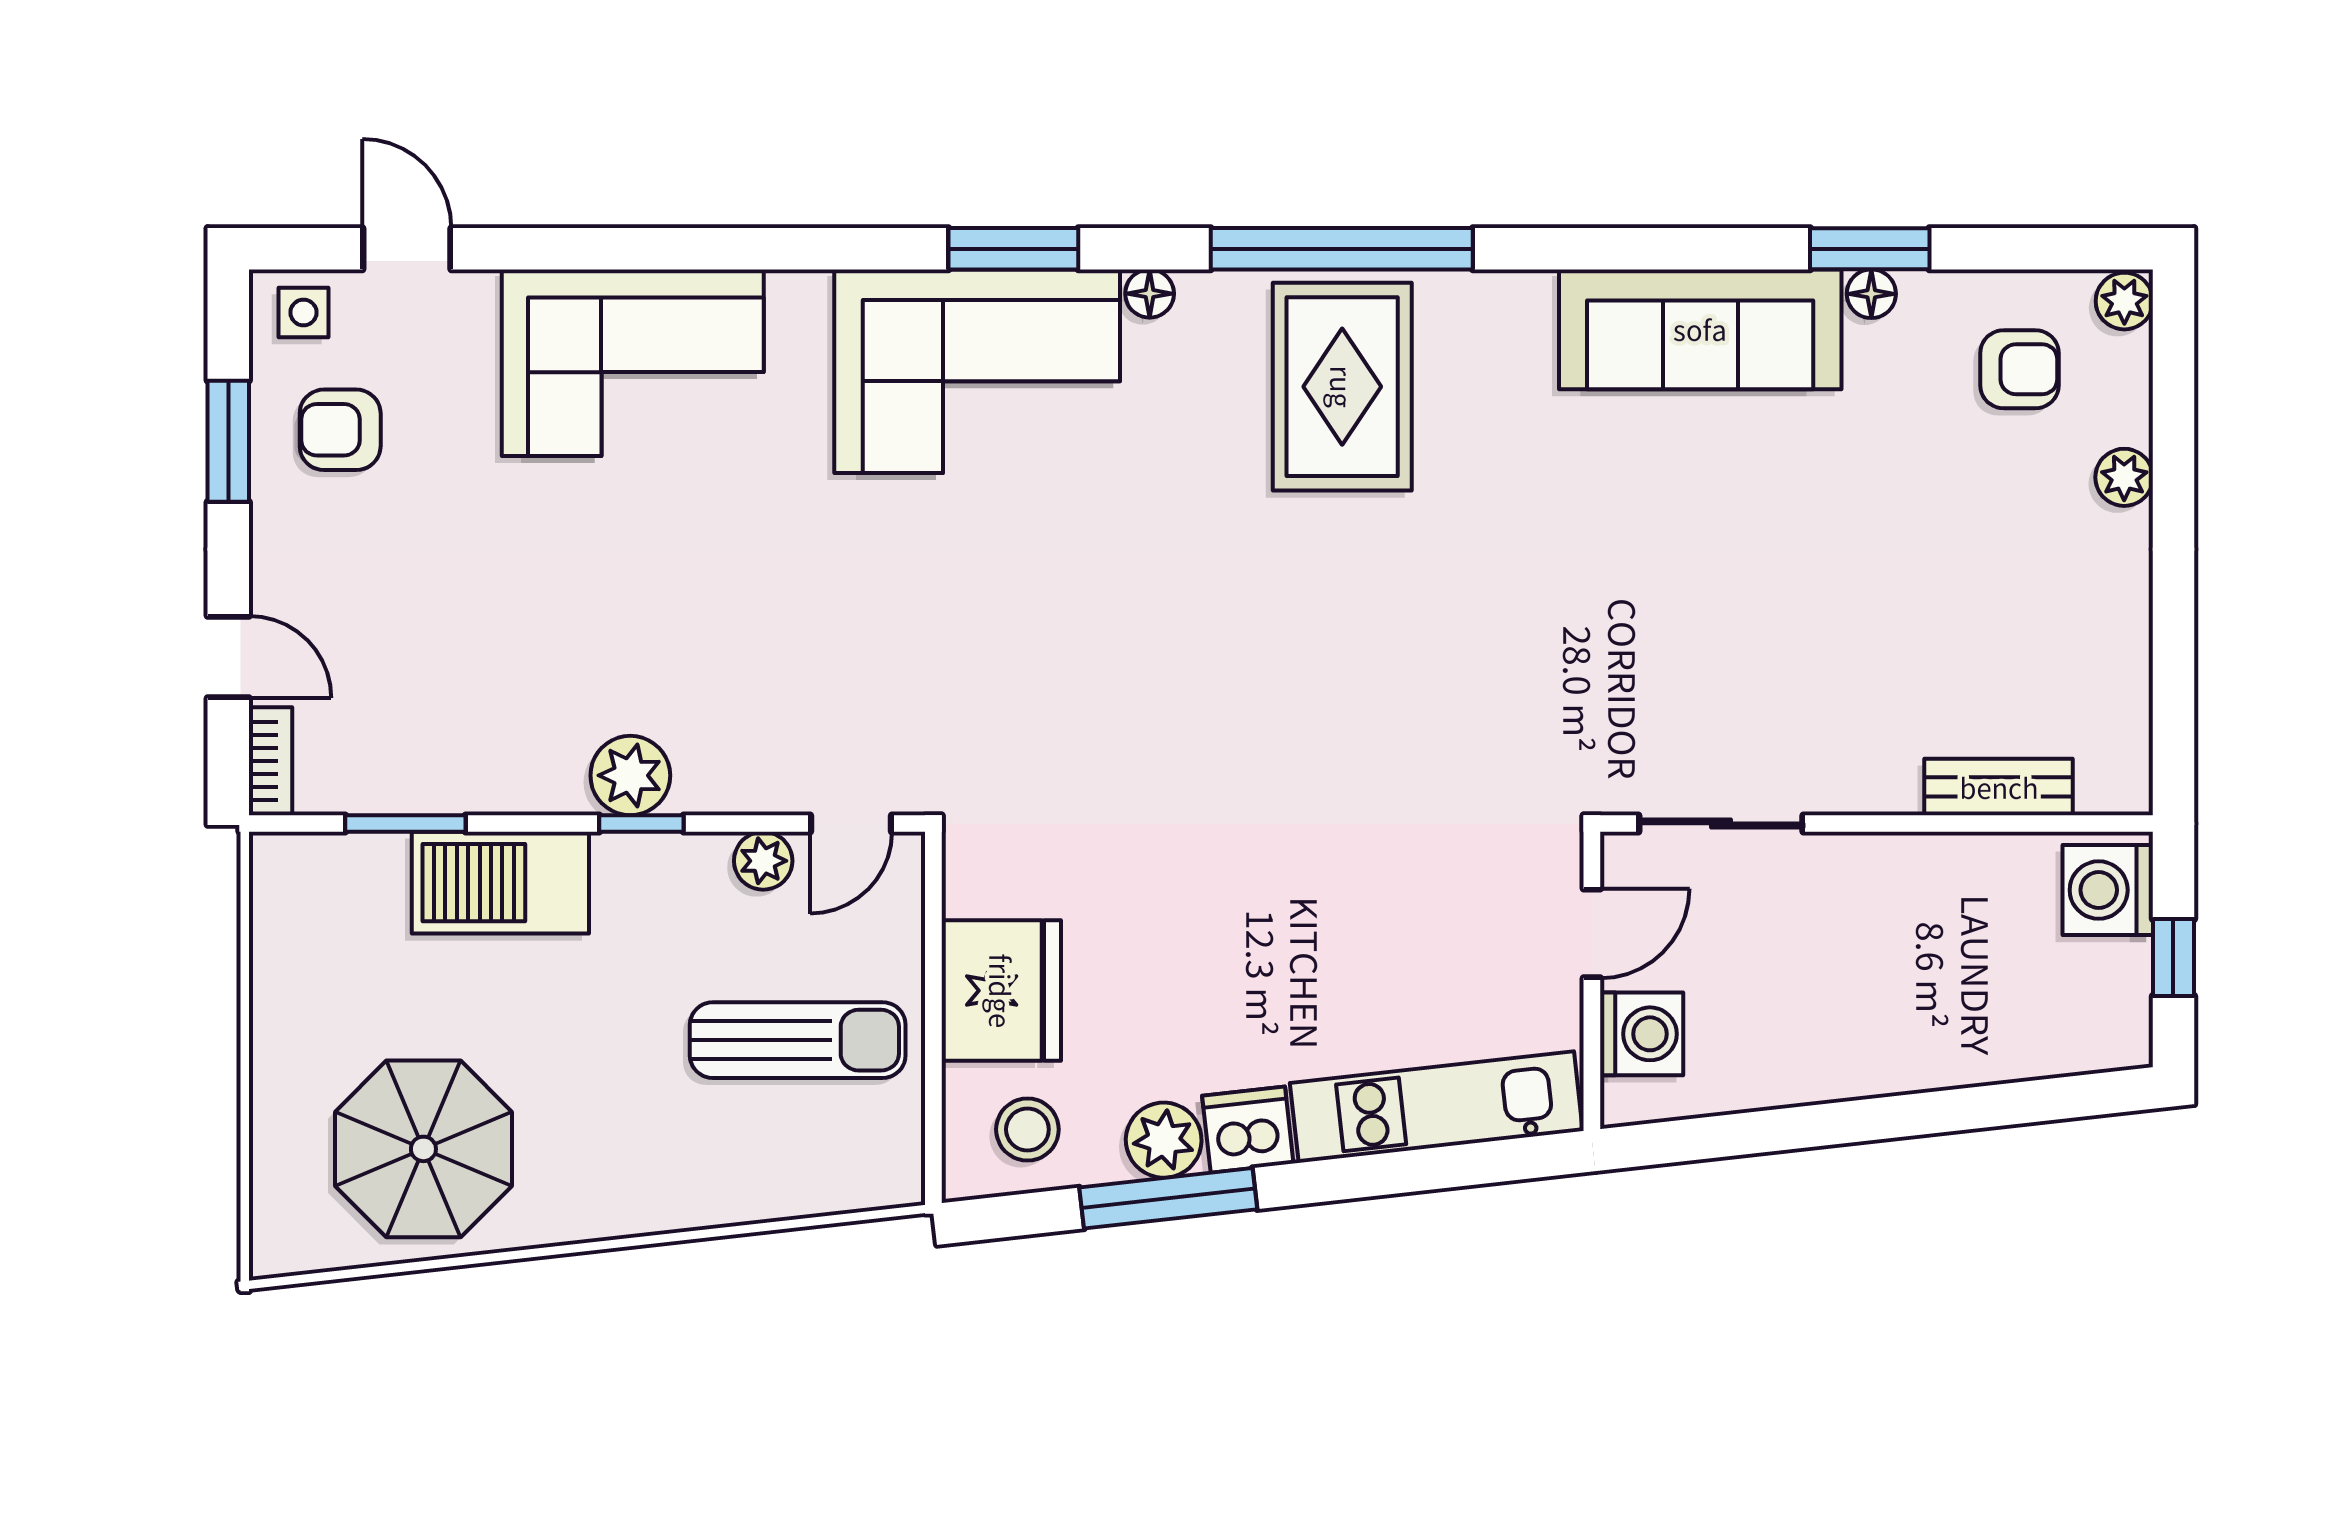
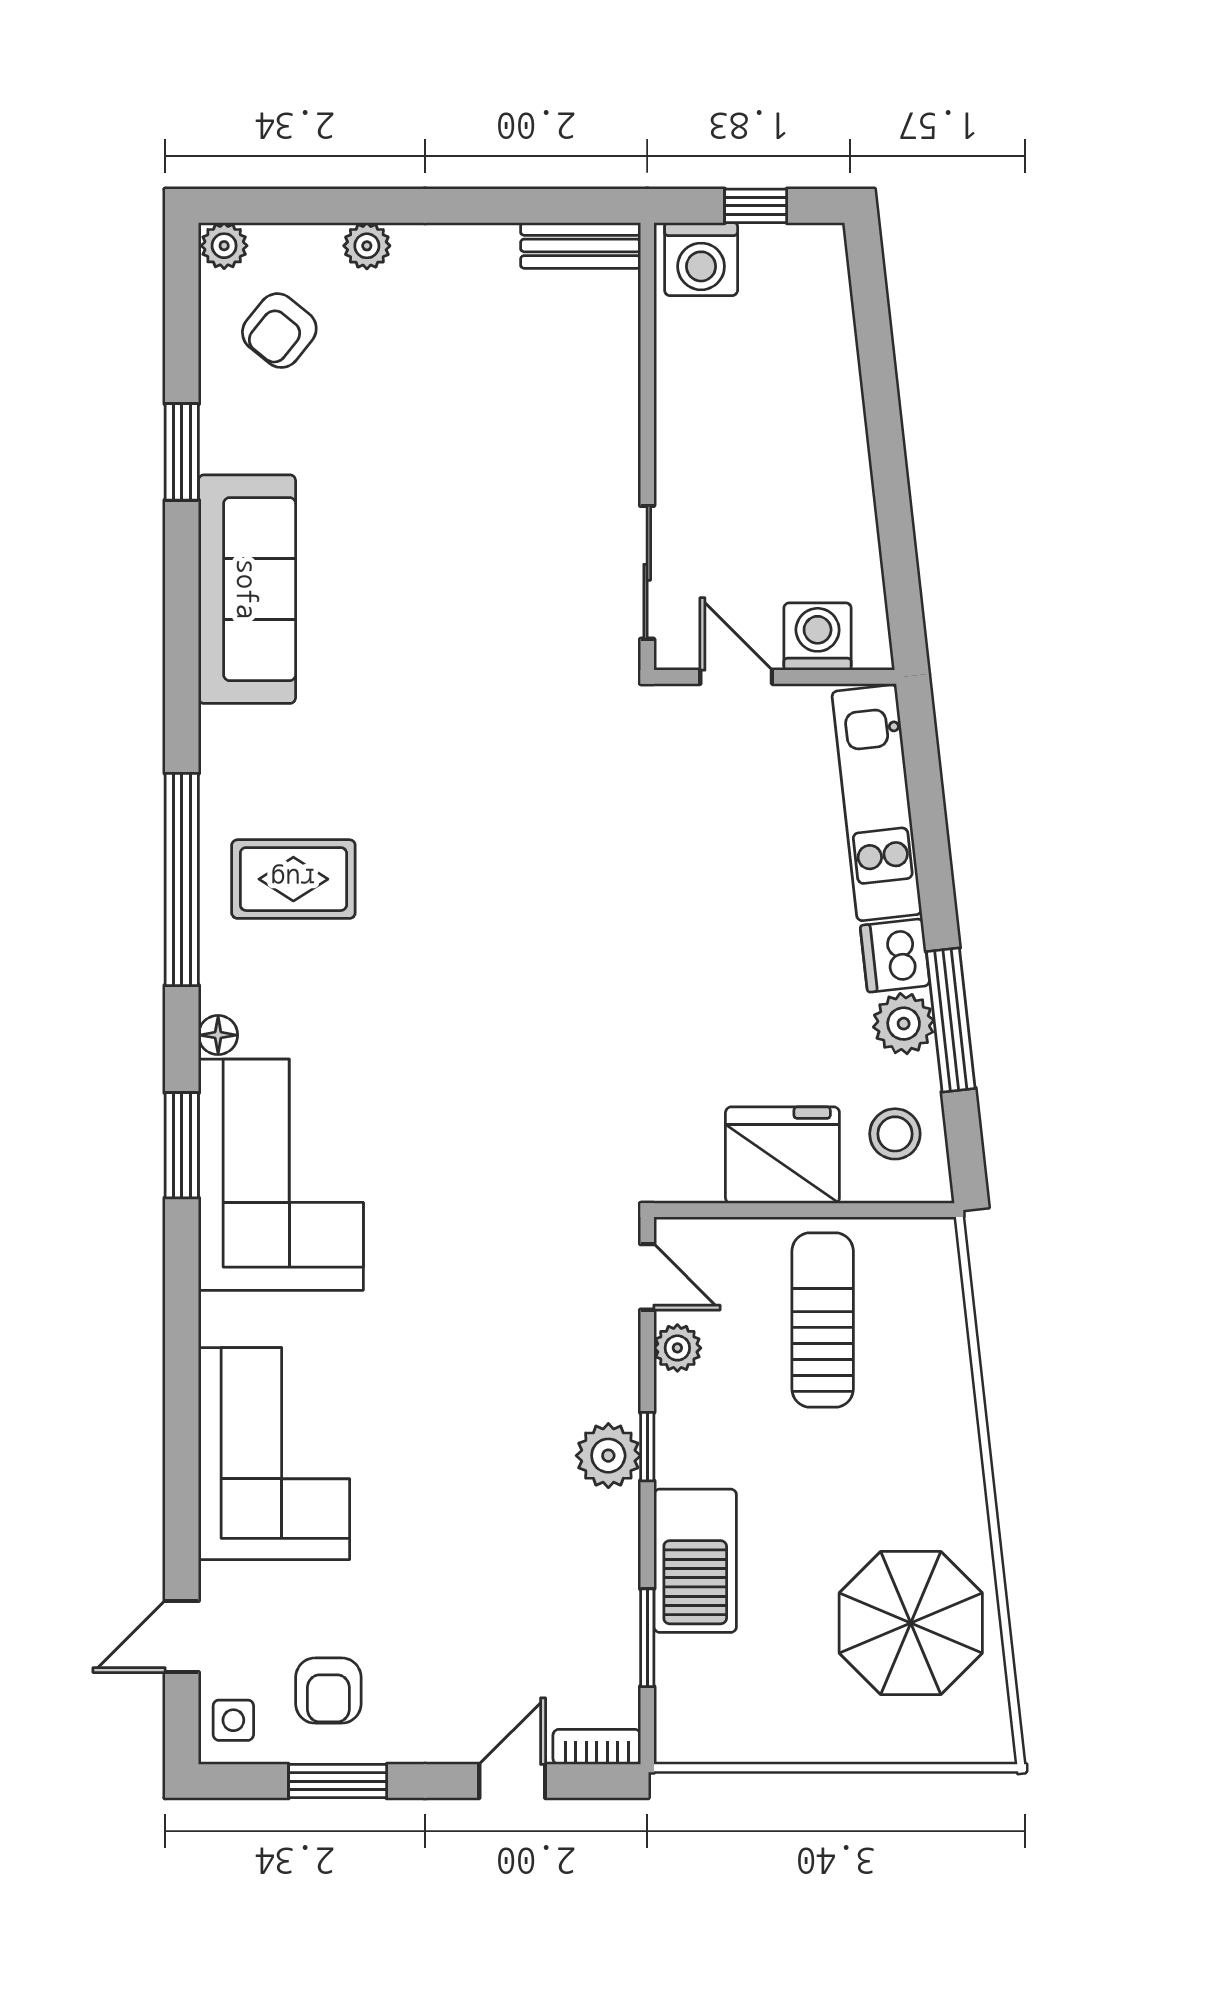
floor lamp: (1871, 294) -> (218, 451), removed
armchair: (2020, 369) -> (279, 331), turned -141
rug: (1342, 387) -> (293, 879), width x0.73, depth x0.70
bench: (1999, 787) -> (581, 245), moved, turned 90

